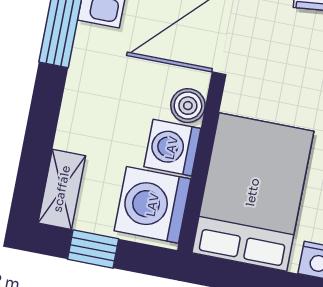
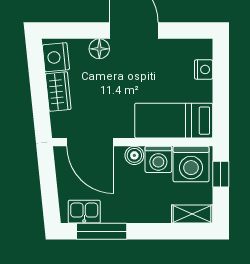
bed: (253, 192) -> (174, 121), width x0.67
window: (93, 249) -> (221, 174), moved

